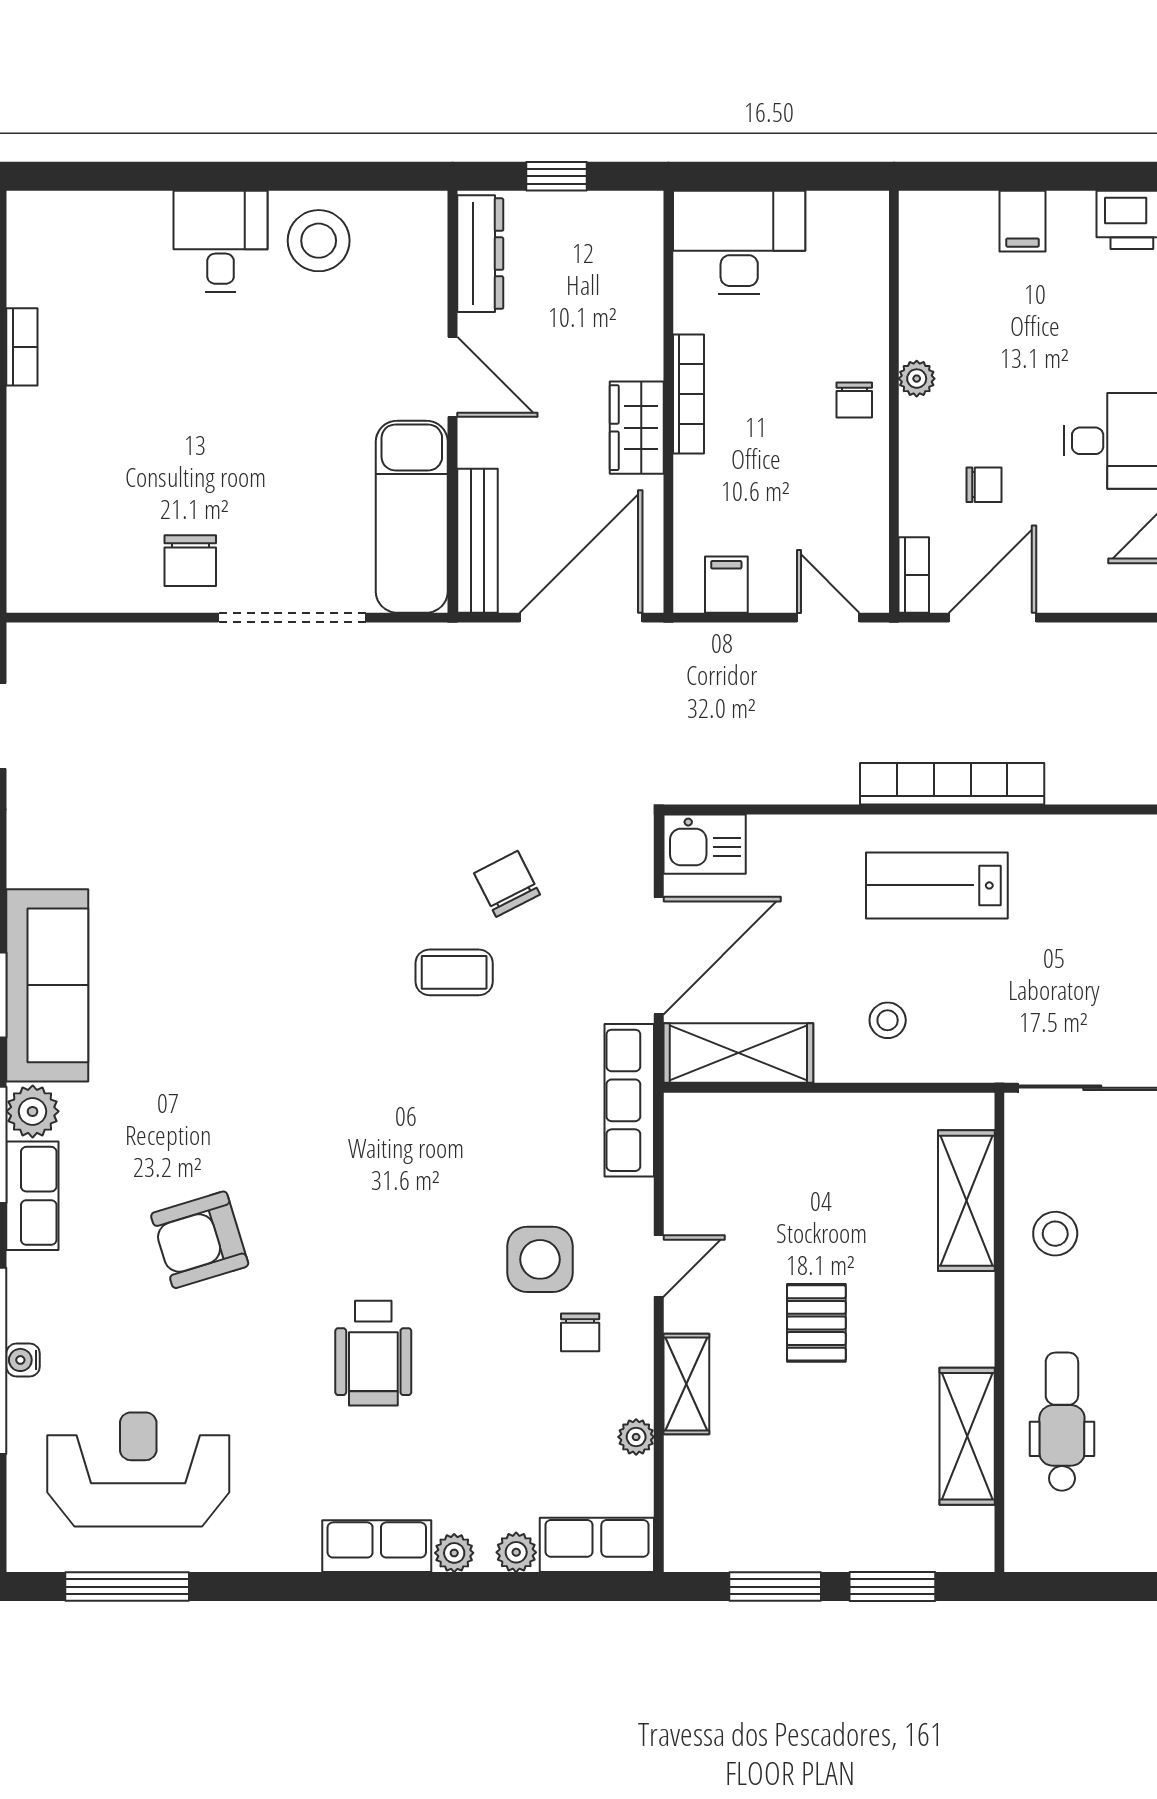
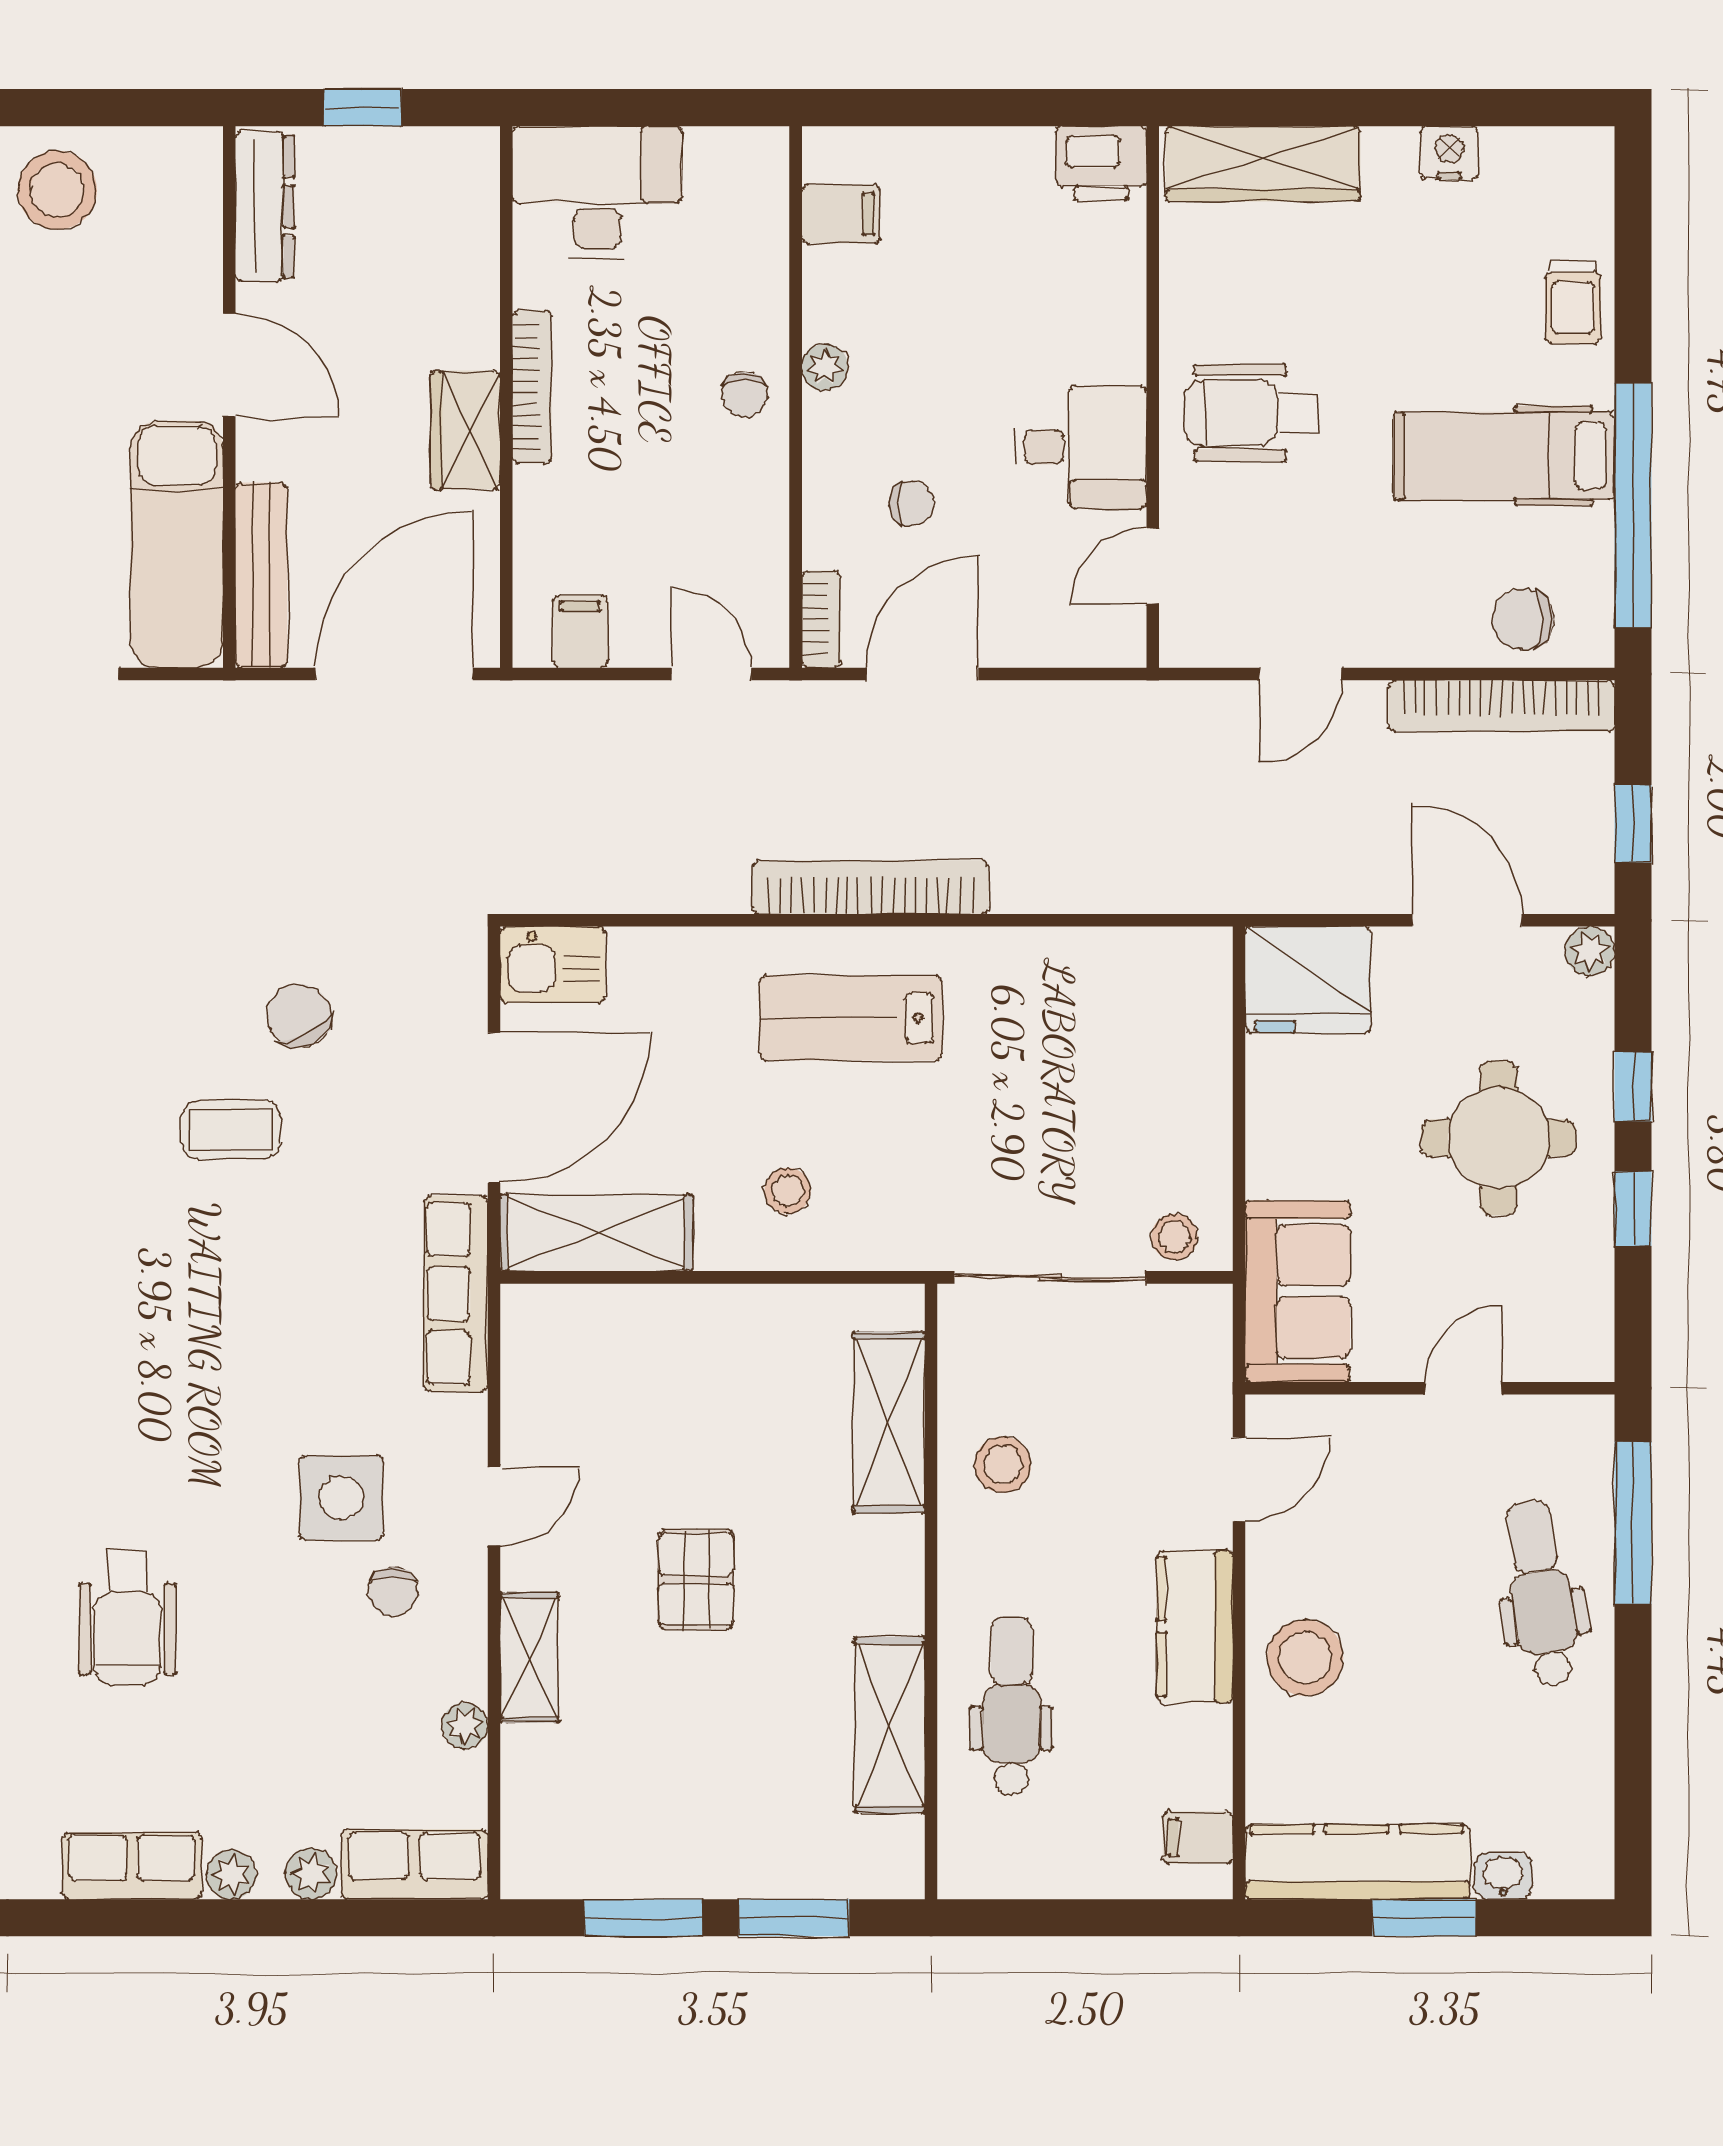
filing cabinet: (1023, 221) -> (841, 214), moved, turned -90

